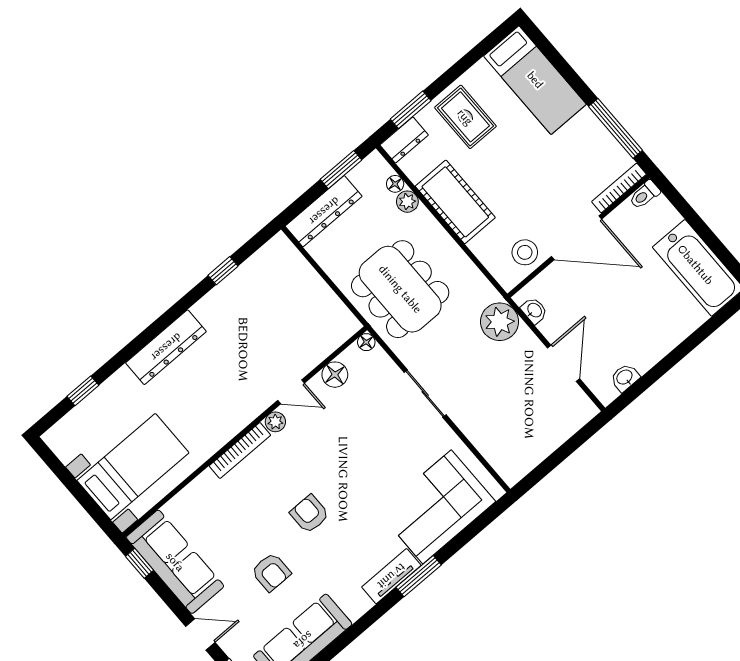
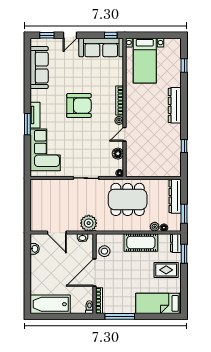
armchair: (309, 514) -> (79, 106), width x1.88, depth x1.88
armchair: (271, 572) -> (71, 76), removed

